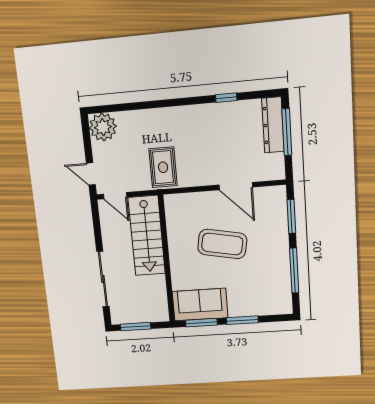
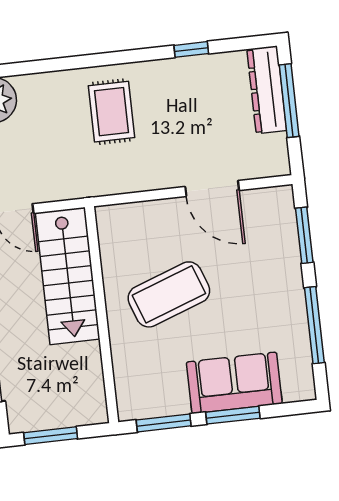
rug: (163, 167) -> (111, 112), moved
coffee table: (222, 244) -> (169, 294), moved, turned -31
sofa: (200, 305) -> (234, 383), moved

